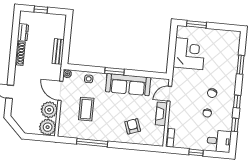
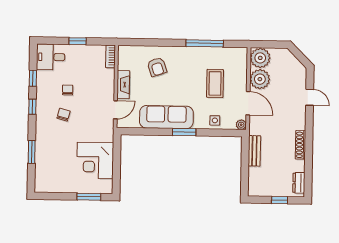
dresser: (23, 32) -> (299, 183), moved

